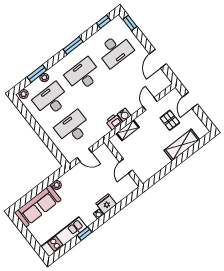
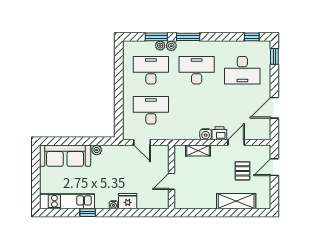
window: (73, 45) -> (188, 37), moved
plant: (24, 94) -> (171, 46), moved
printer: (114, 122) -> (219, 133), moved

